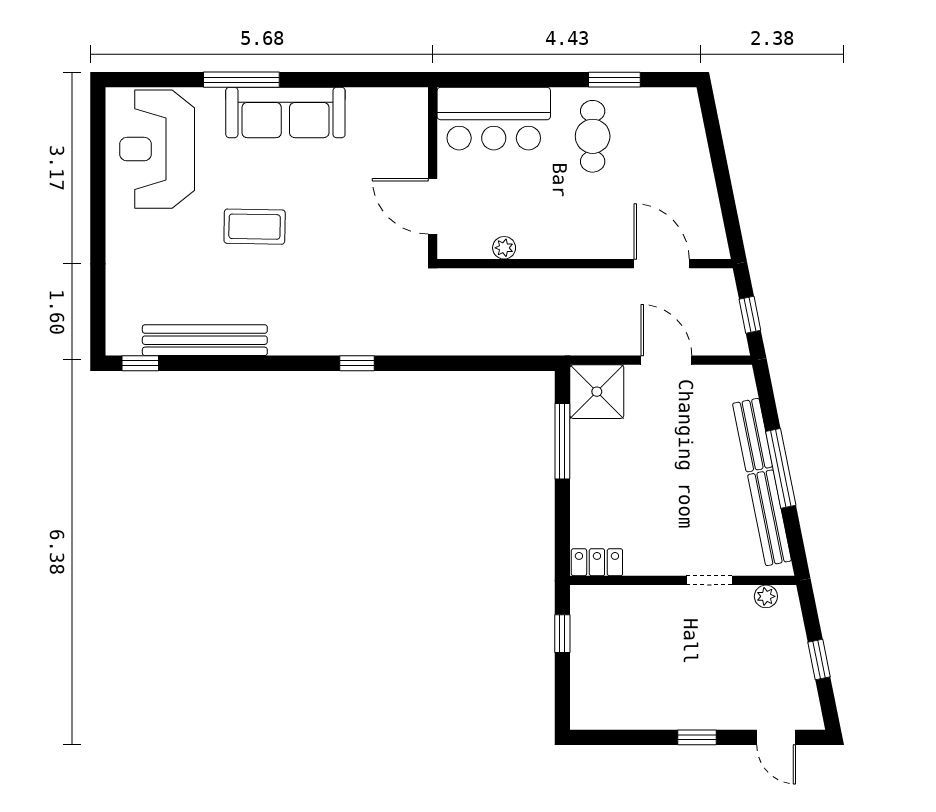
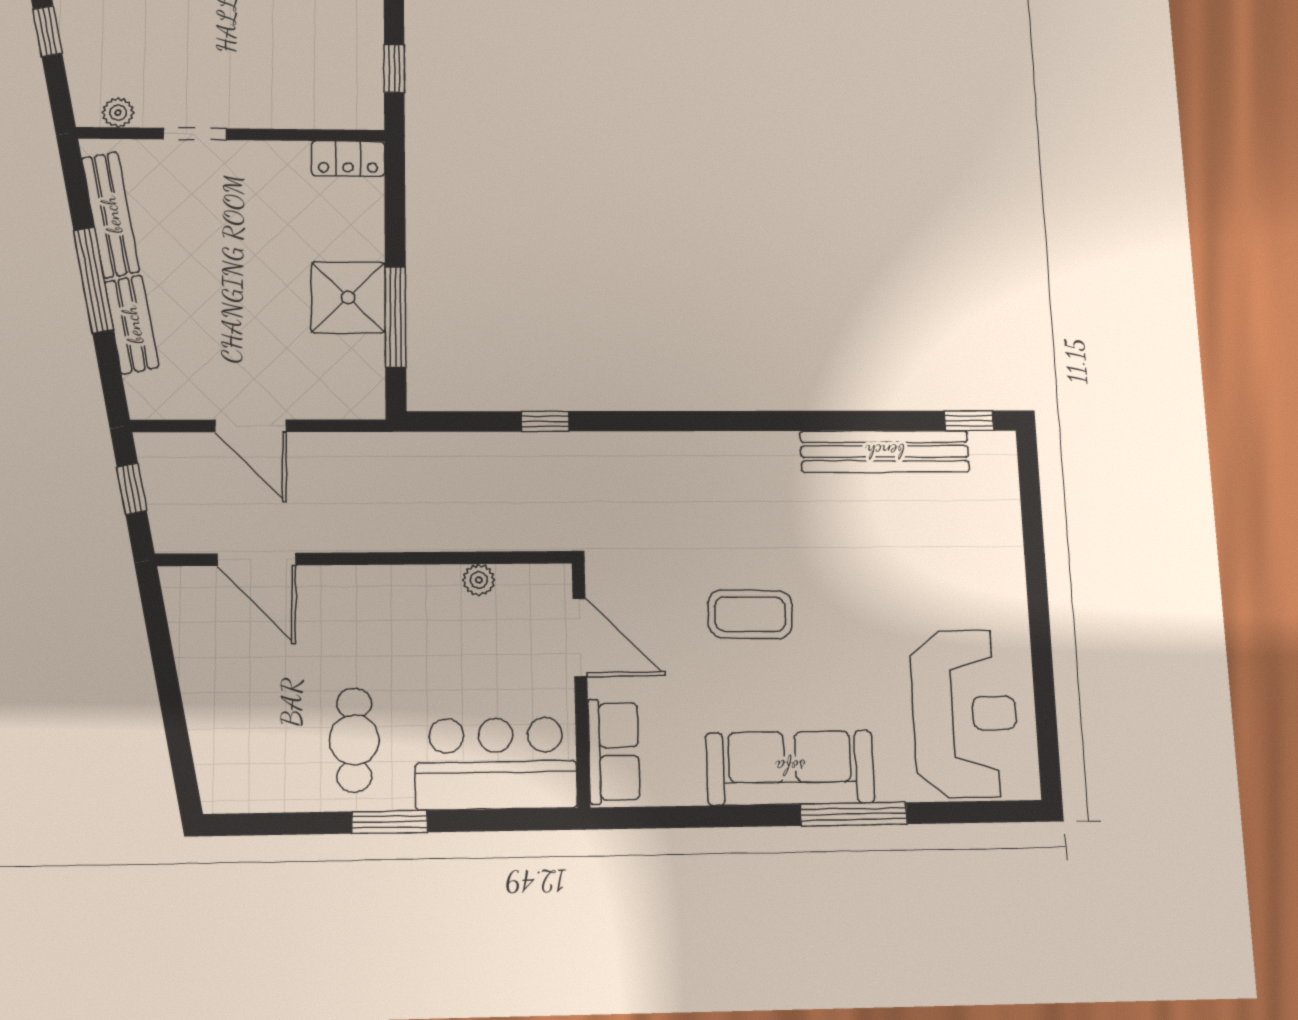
window: (614, 80) -> (390, 822), moved
row of seats: (411, 126) -> (614, 752), added
coffee table: (255, 227) -> (750, 614), moved
window: (357, 363) -> (545, 421), moved
shower: (597, 392) -> (348, 297), moved

